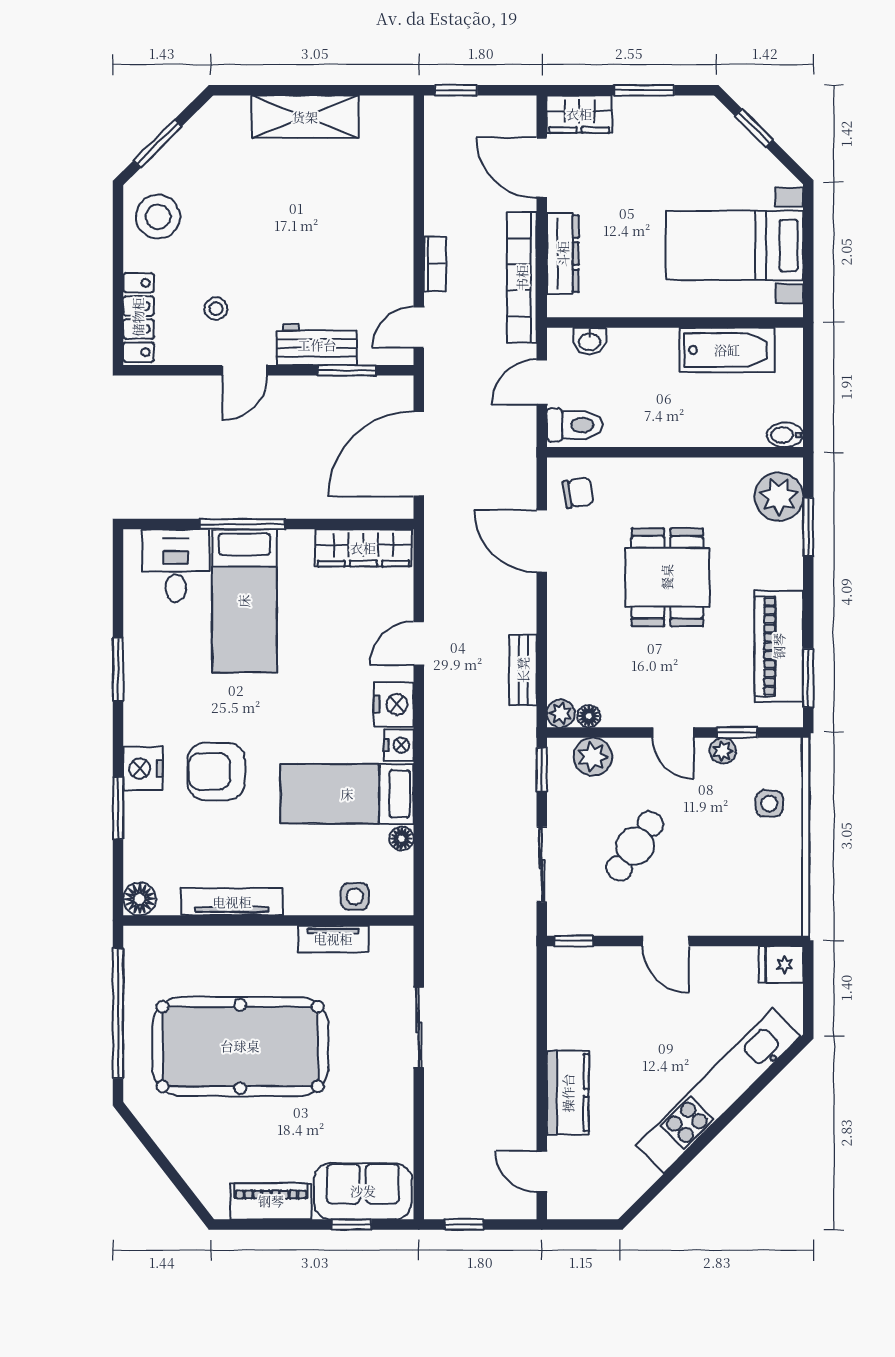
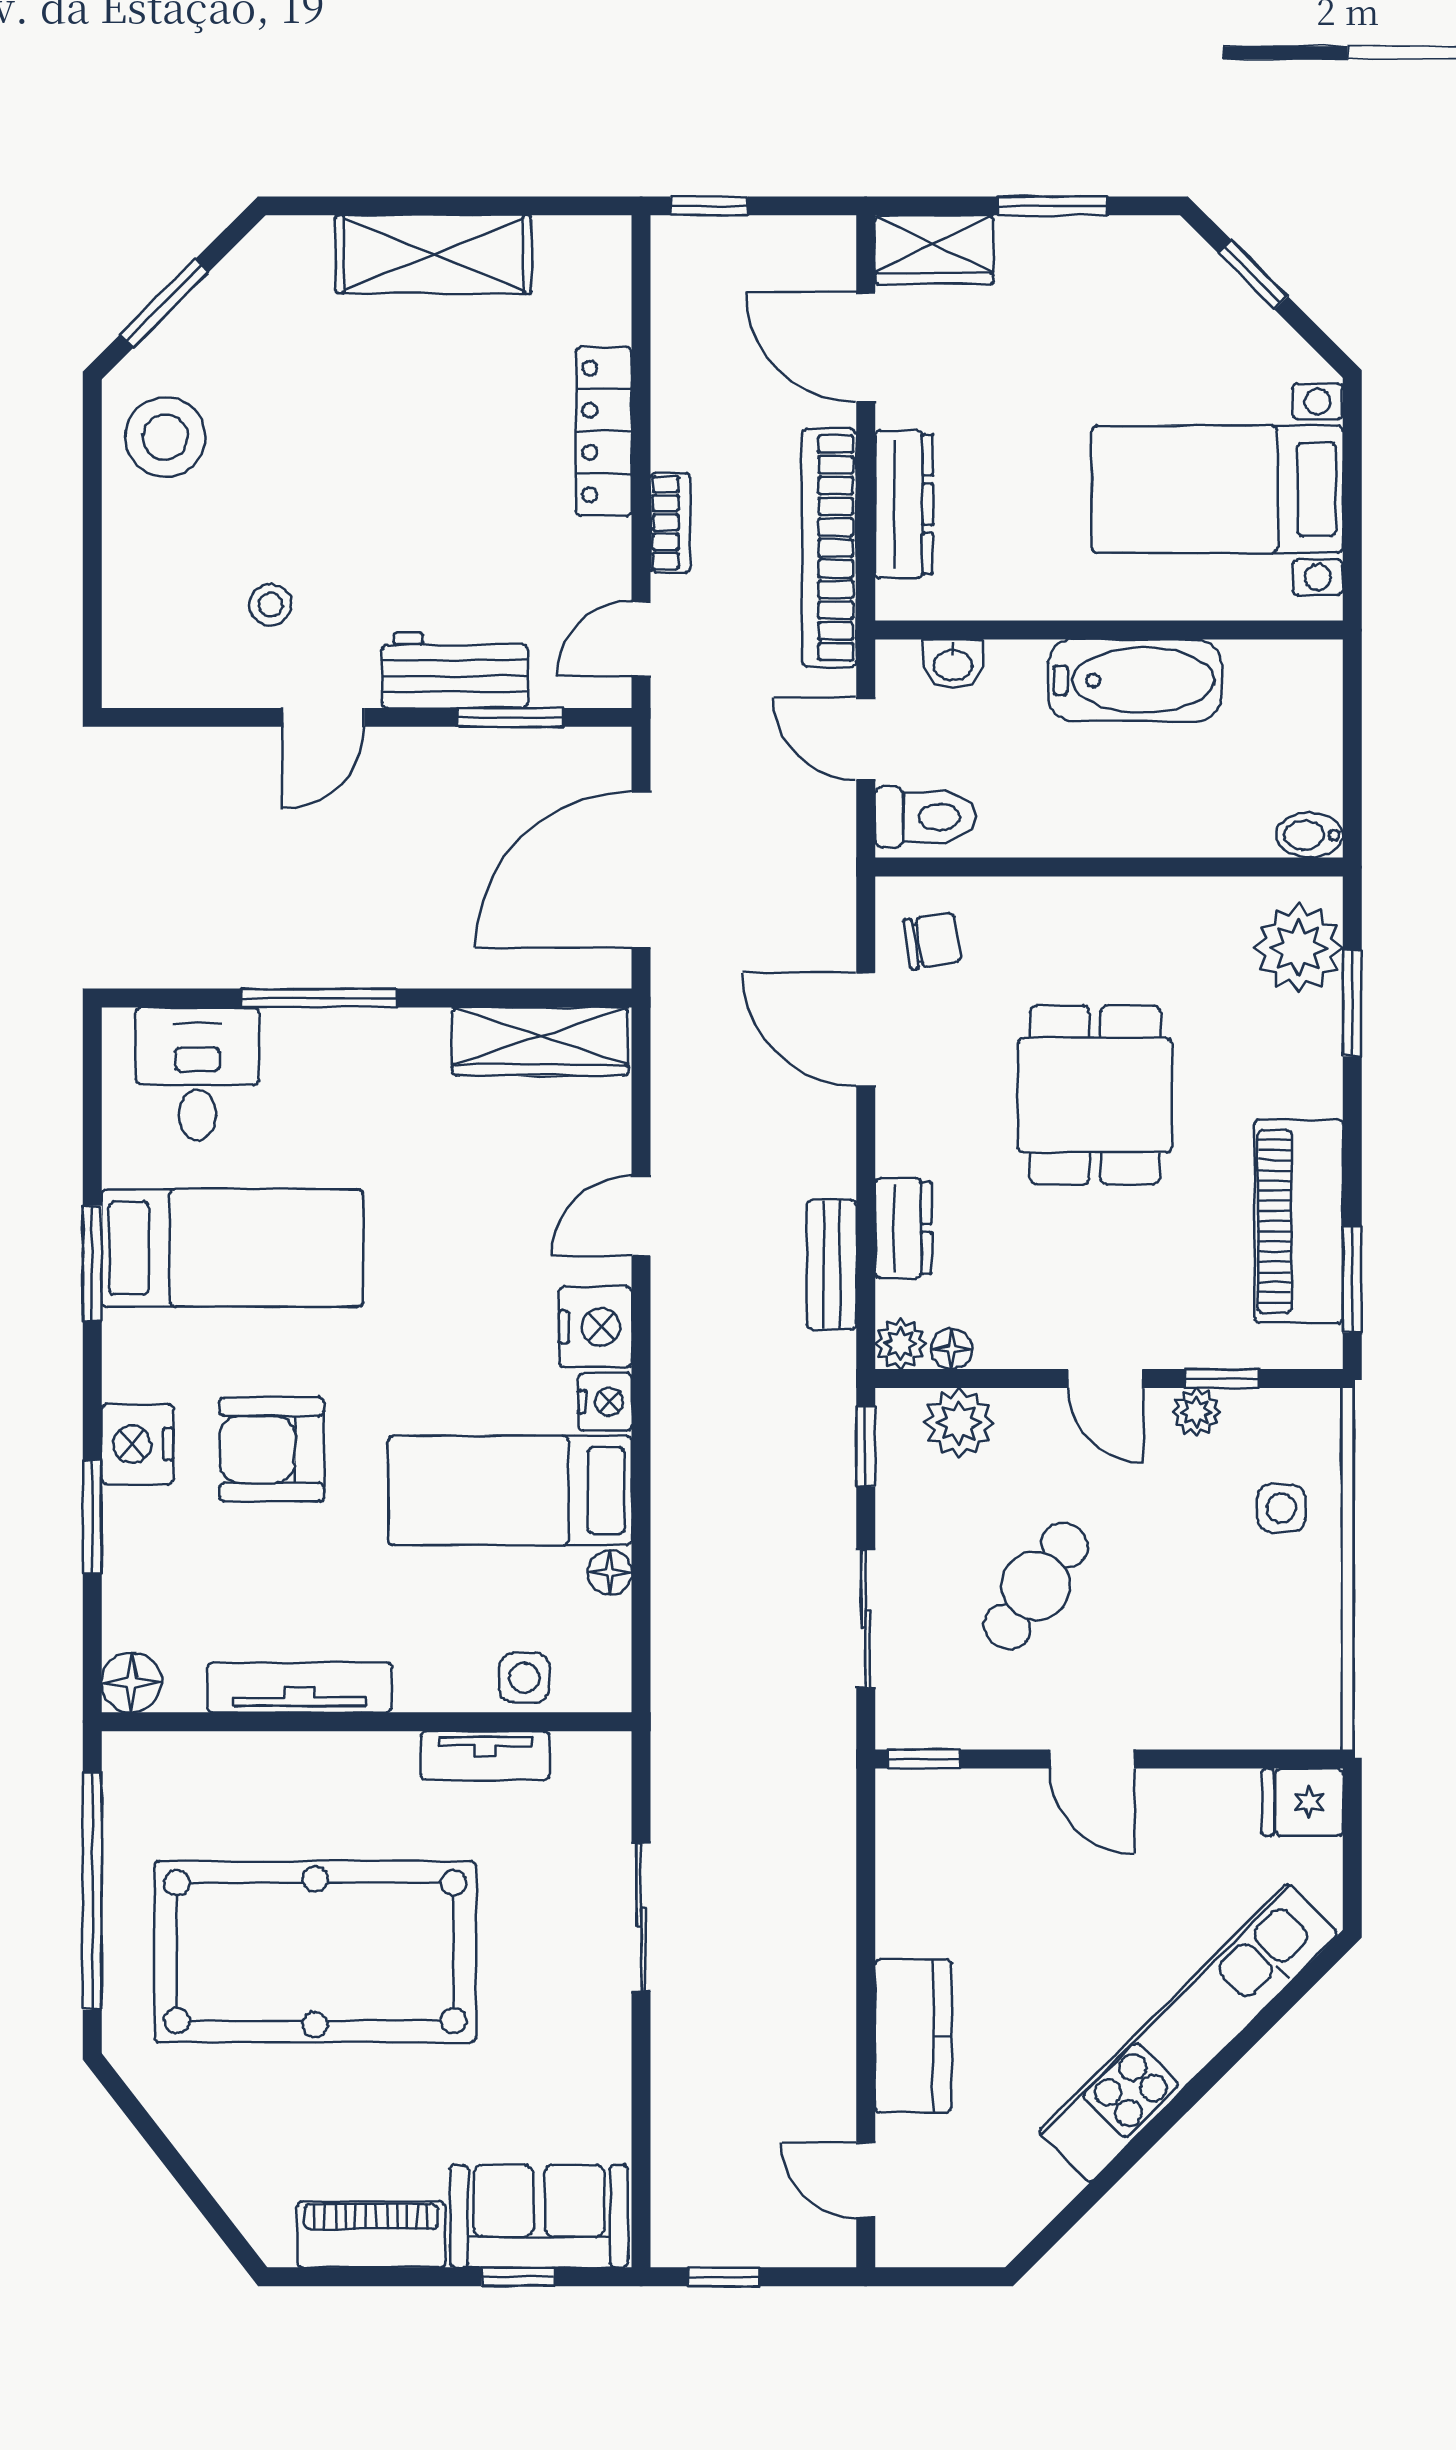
locker: (138, 317) -> (604, 431), moved, turned 180
bathtub: (727, 350) -> (1135, 680), moved
door: (542, 382) -> (866, 739), hinge flipped
bed: (244, 601) -> (232, 1248), moved, turned -90
dresser: (562, 650) -> (903, 1228), added

